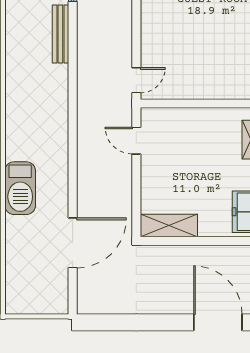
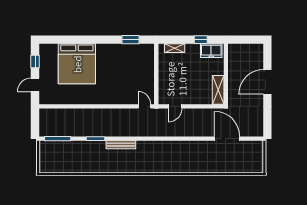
barbecue: (20, 188) -> (199, 165), removed
door: (218, 322) -> (267, 82), moved

